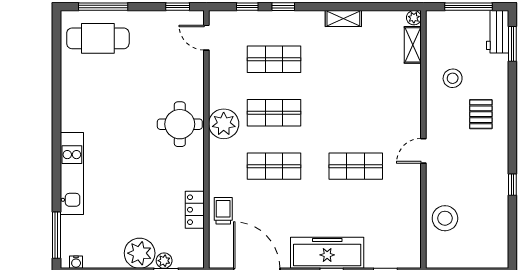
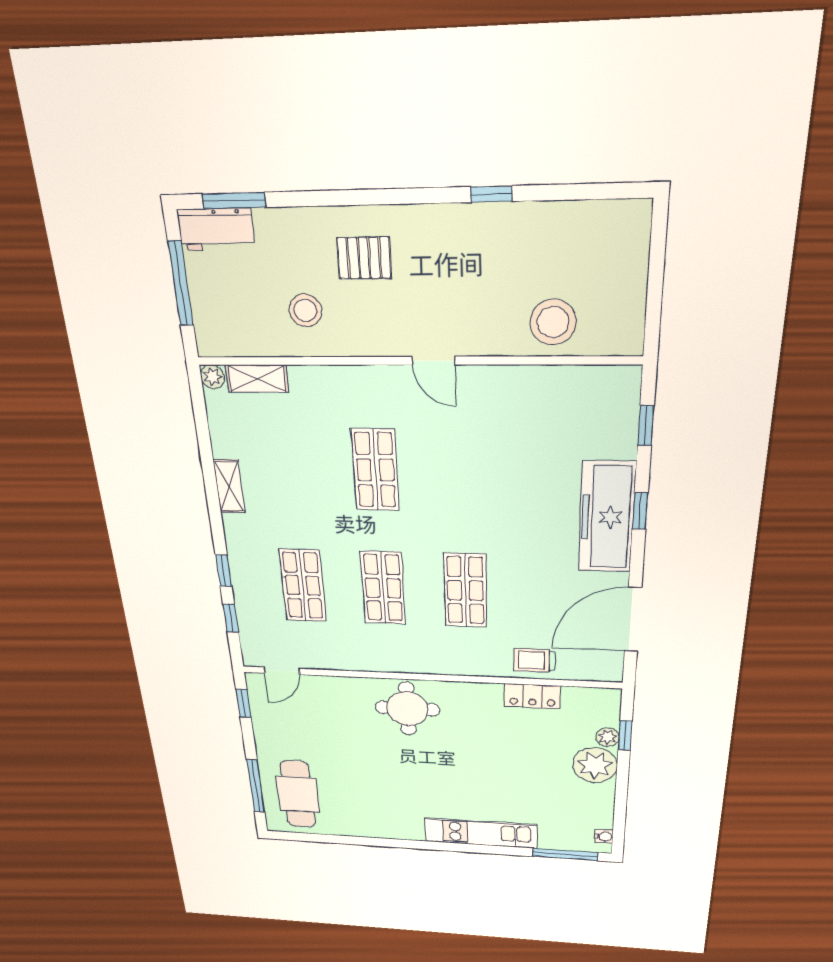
plant: (224, 124) -> (404, 654), removed
shop shelf: (356, 166) -> (375, 470), moved

